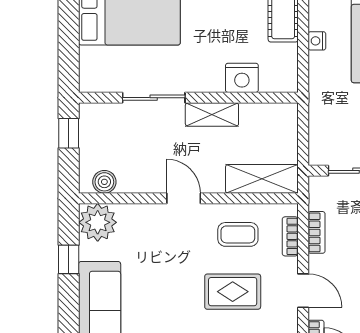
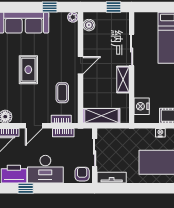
nightstand: (242, 78) -> (142, 106), moved
shelving: (262, 179) -> (101, 116), moved, turned 90
plant: (98, 222) -> (73, 17), width x0.53, depth x0.53
rug: (233, 292) -> (28, 70), moved

